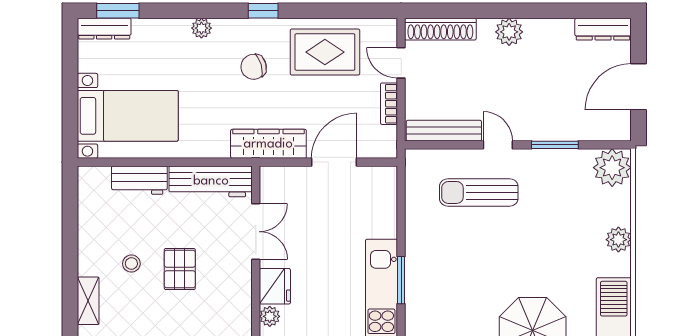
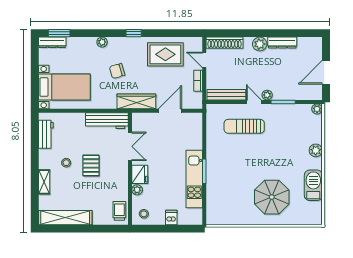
dresser: (603, 29) -> (282, 43), moved
chair: (254, 67) -> (117, 71), moved
plant: (523, 131) -> (267, 95), added
plant: (612, 168) -> (317, 109), width x0.53, depth x0.53
workbench: (139, 180) -> (46, 134), moved, turned -90

